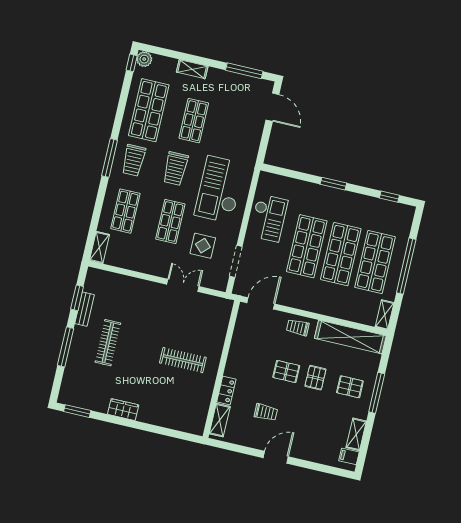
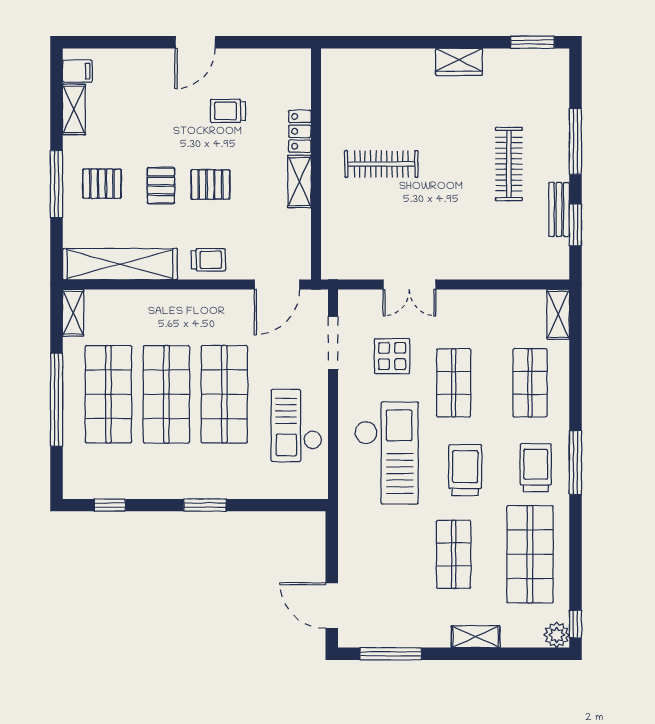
shelving: (220, 420) -> (299, 182), moved

